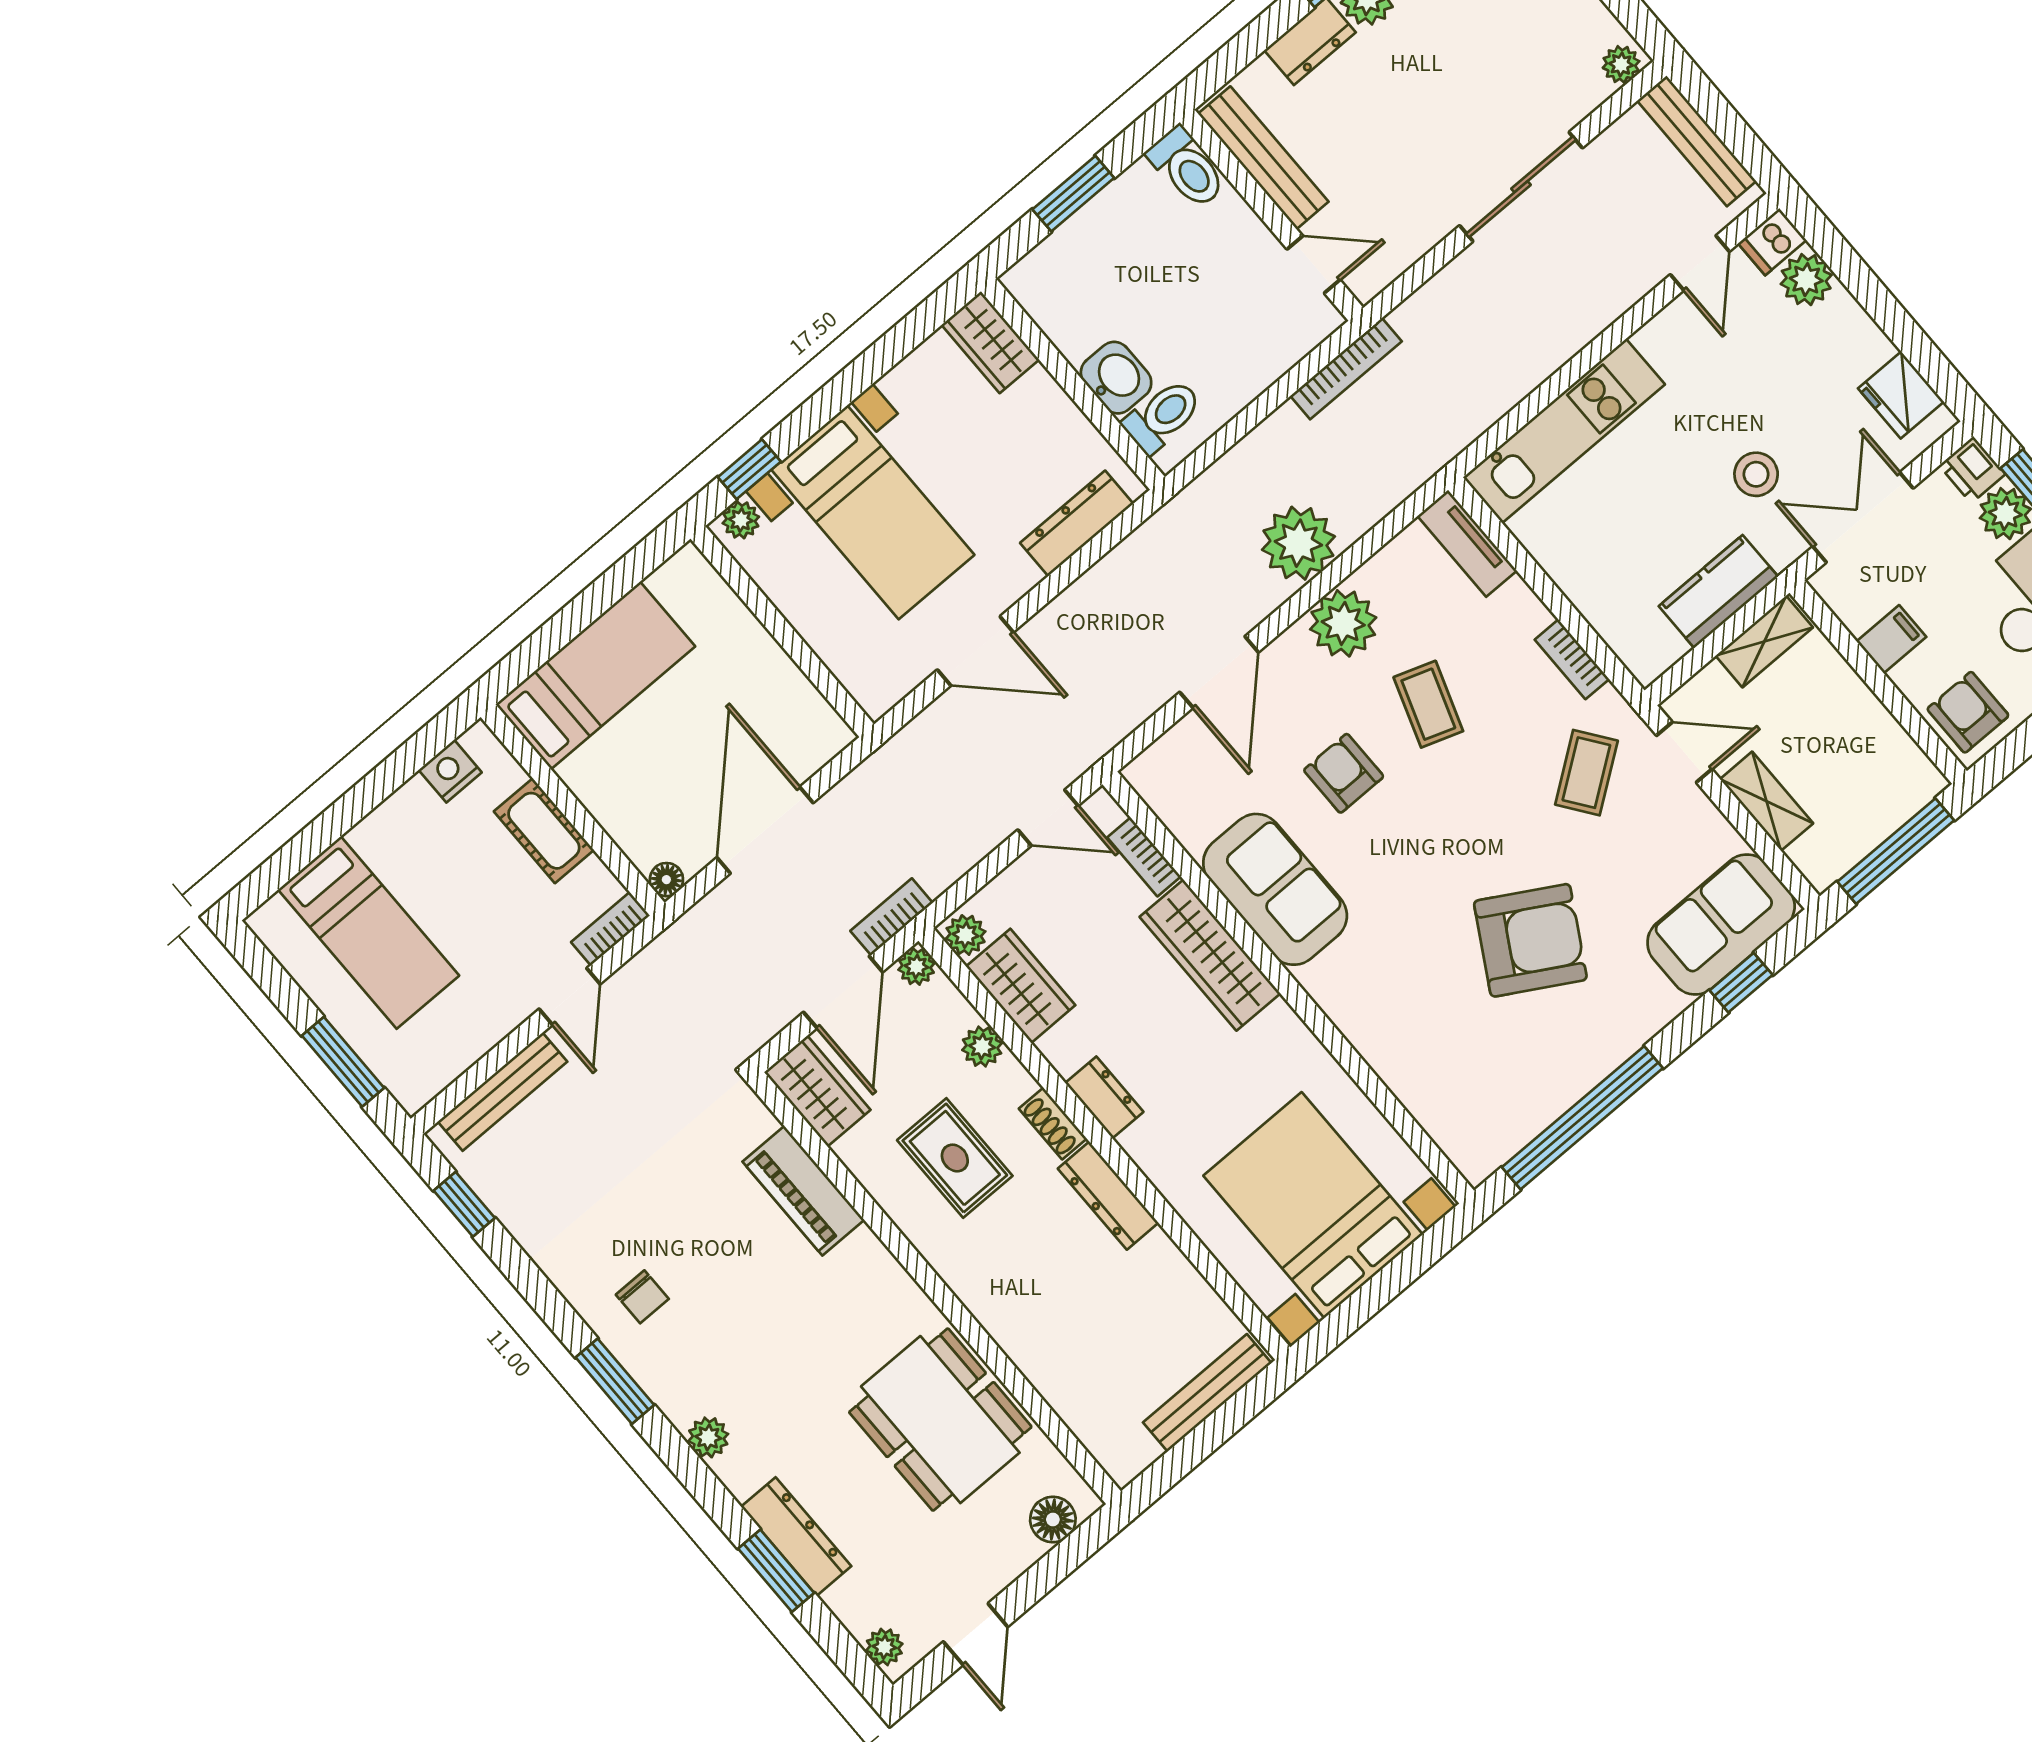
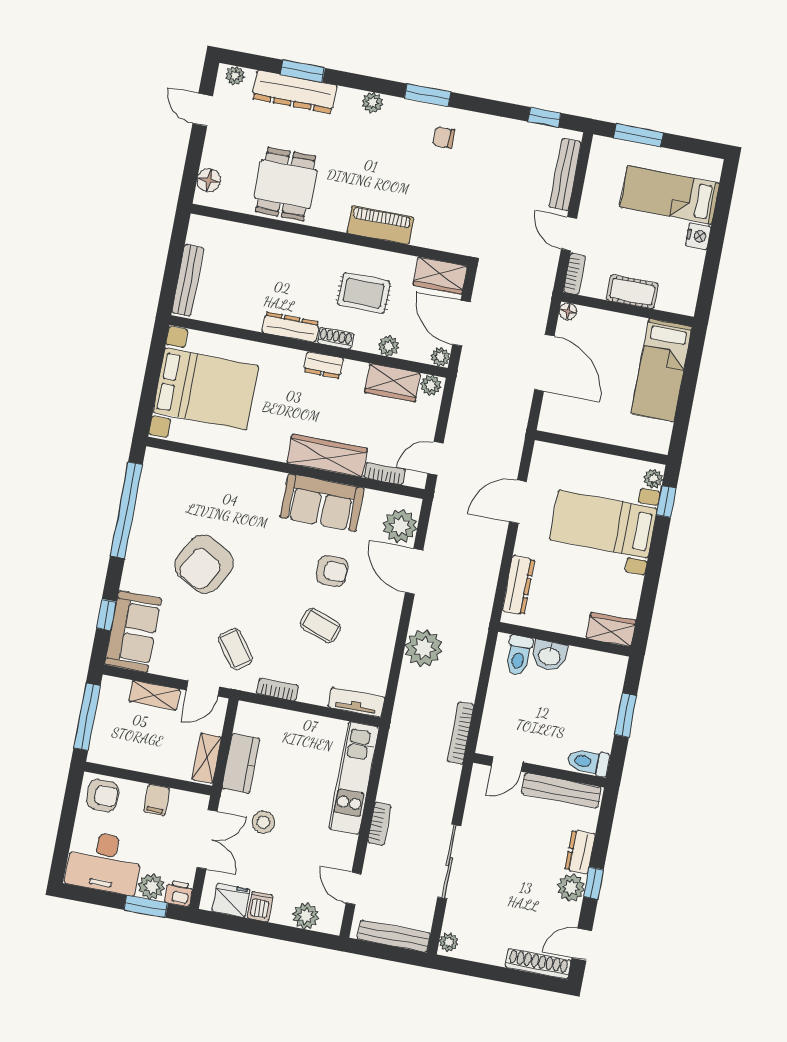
dishwasher: (1772, 242) -> (260, 907), moved
plant: (1343, 623) -> (400, 526), moved
nightstand: (450, 771) -> (698, 236), moved
bookcase: (892, 917) -> (379, 824), moved
piano: (803, 1191) -> (380, 225), moved
dining table: (940, 1420) -> (286, 184), width x0.73
dresser: (796, 1536) -> (294, 92), width x1.37, depth x1.24

